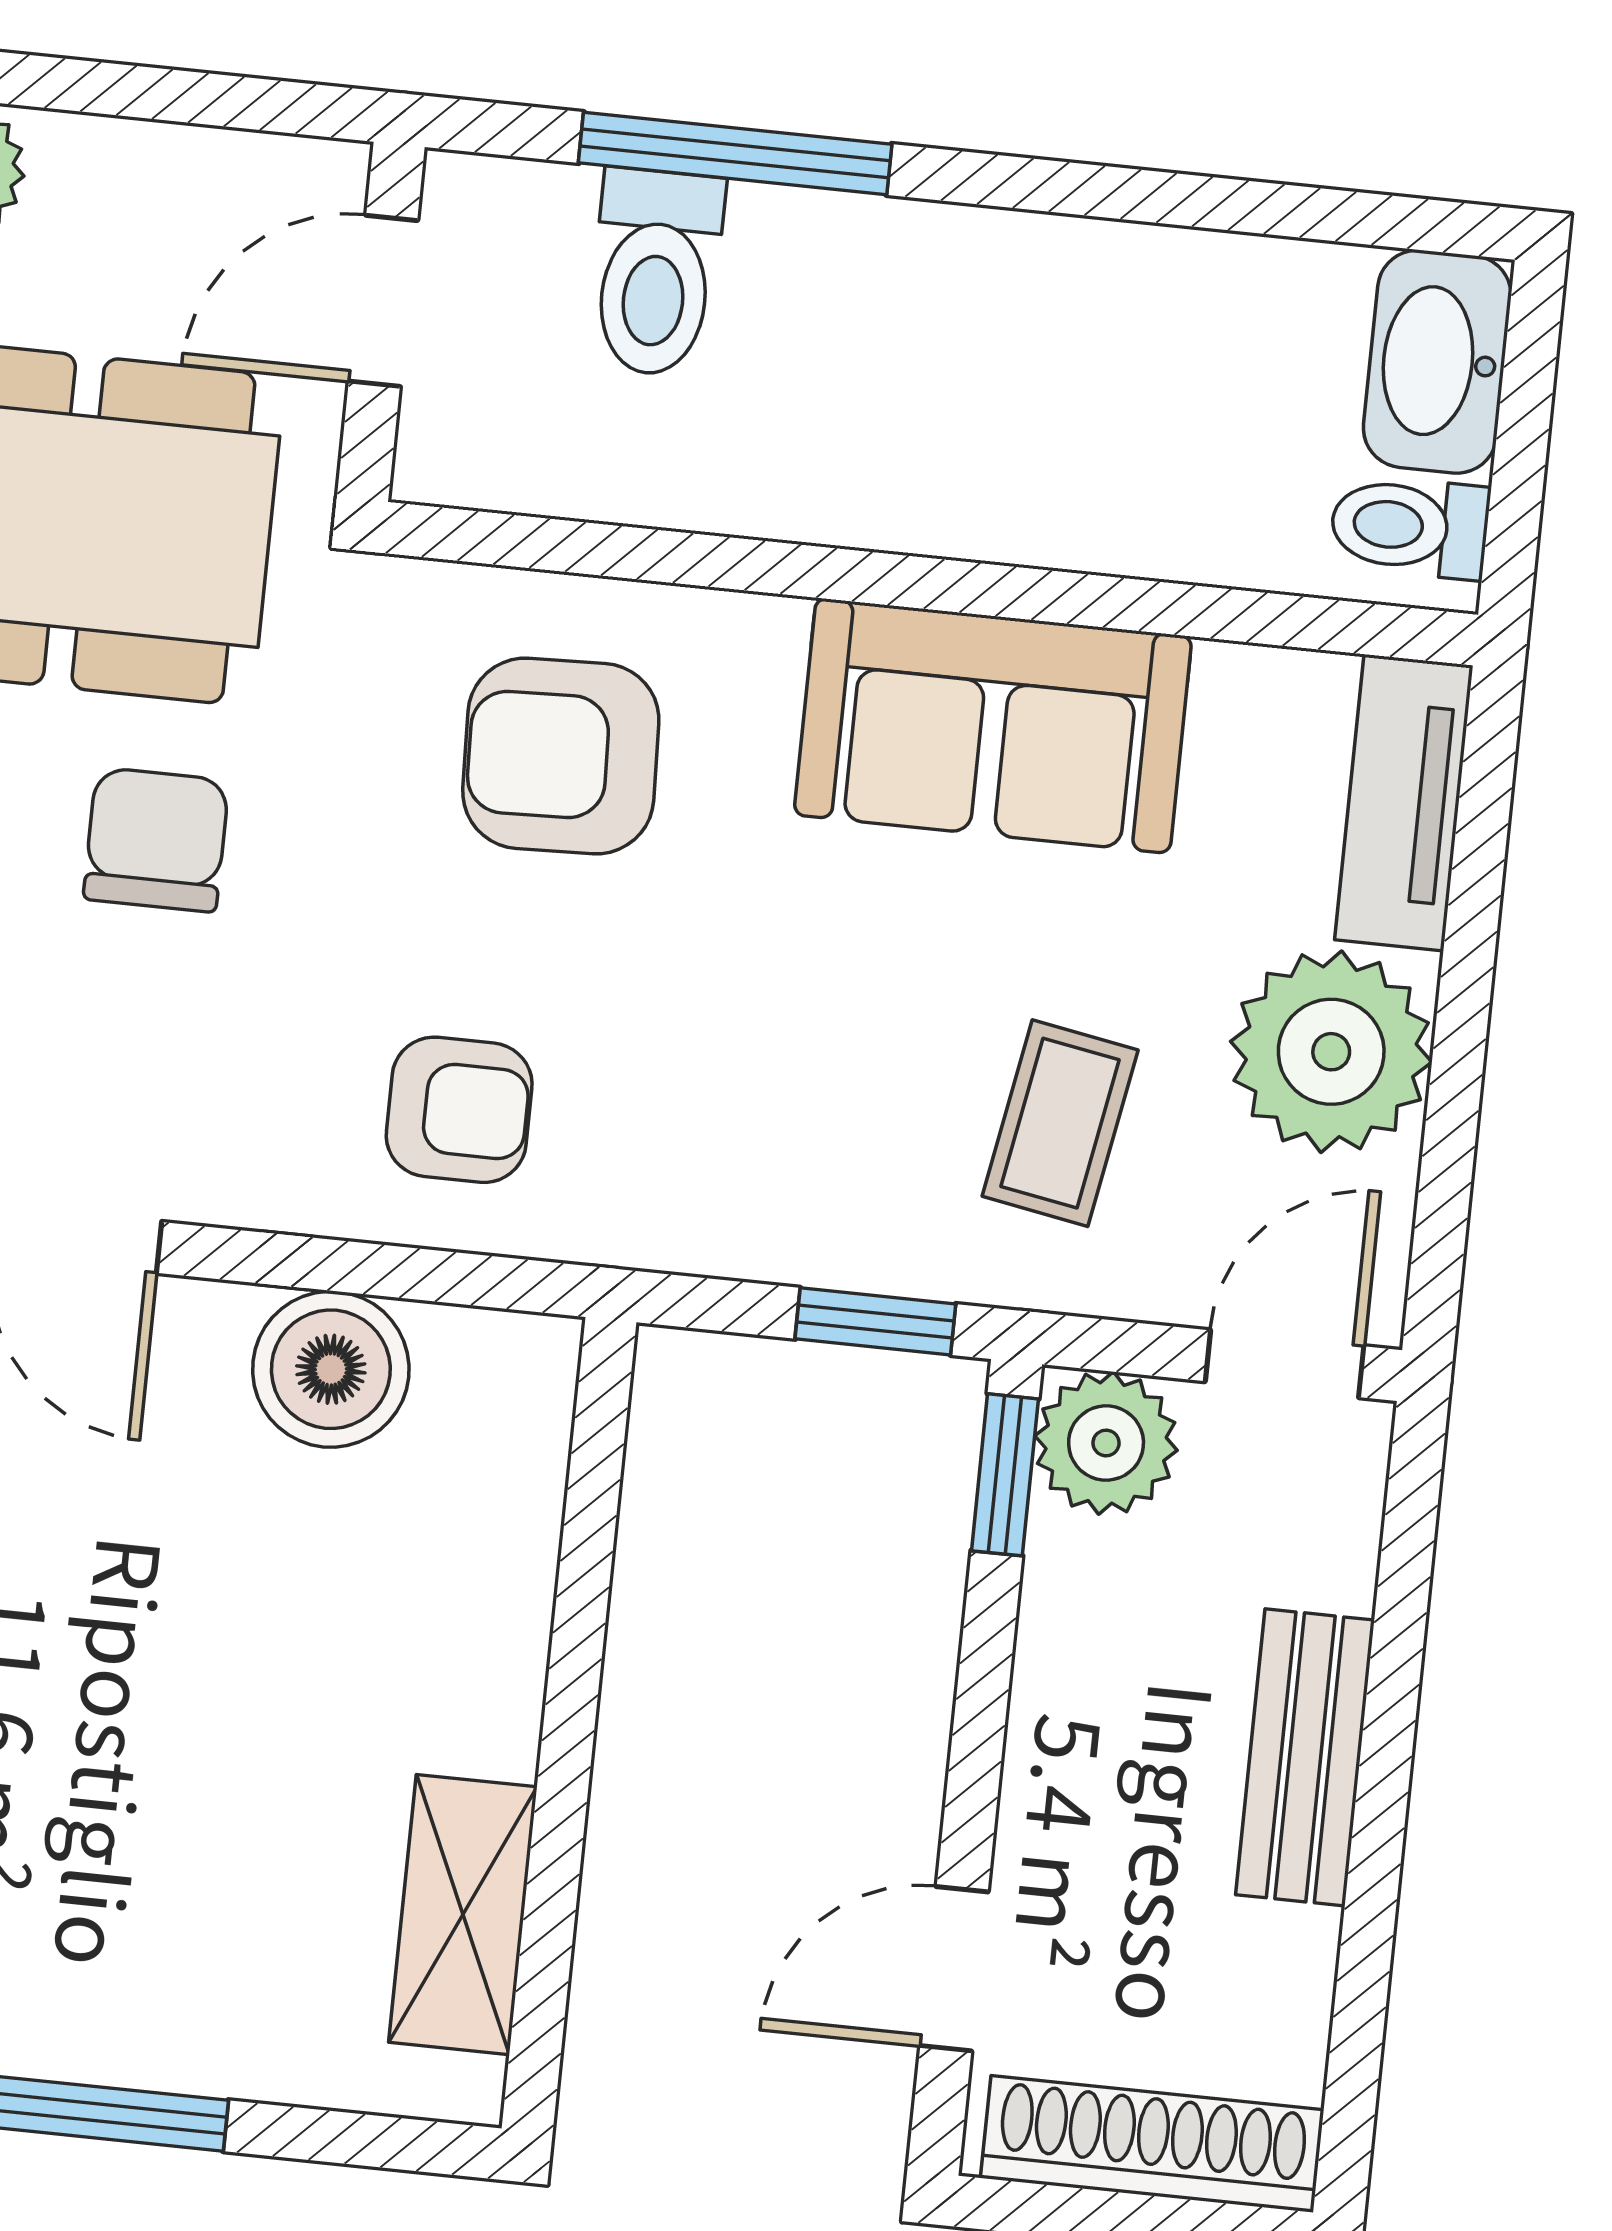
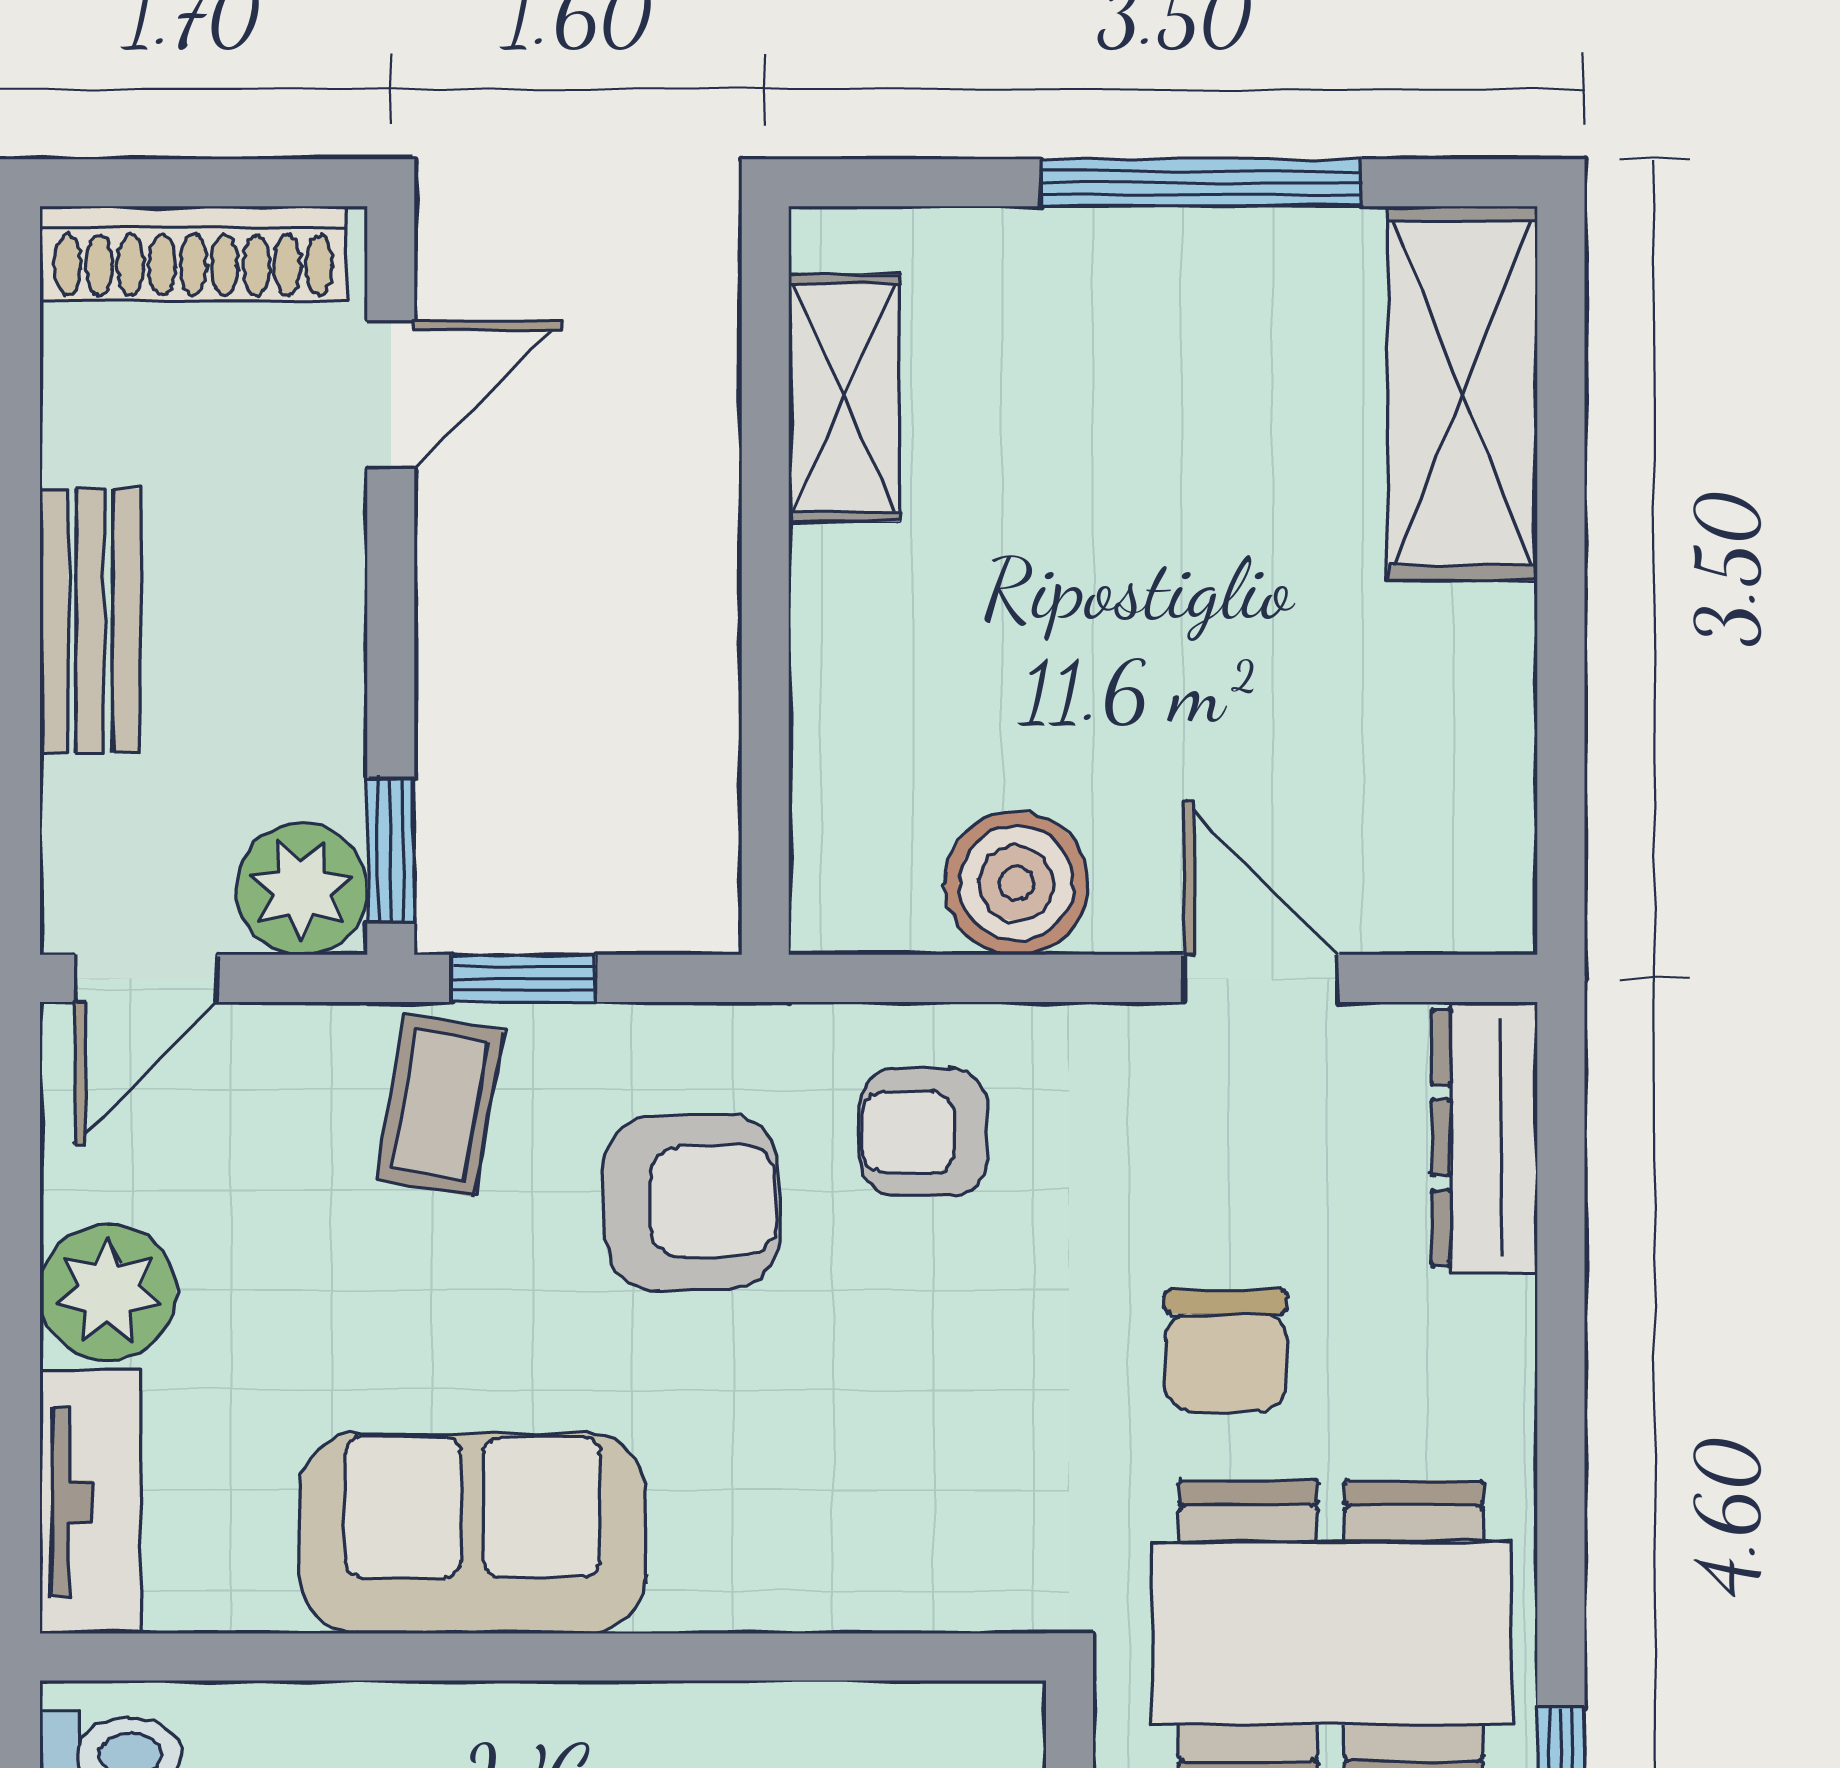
armchair: (561, 756) -> (692, 1202), moved
plant: (1331, 1052) -> (108, 1292), width x0.73, depth x0.73
coffee table: (1060, 1123) -> (440, 1105), moved

